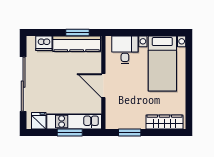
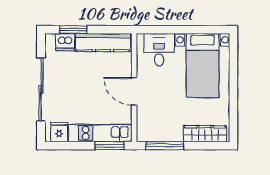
window: (78, 32) -> (73, 30), moved
window: (70, 132) -> (109, 146), moved
window: (130, 132) -> (165, 146), width x1.44

